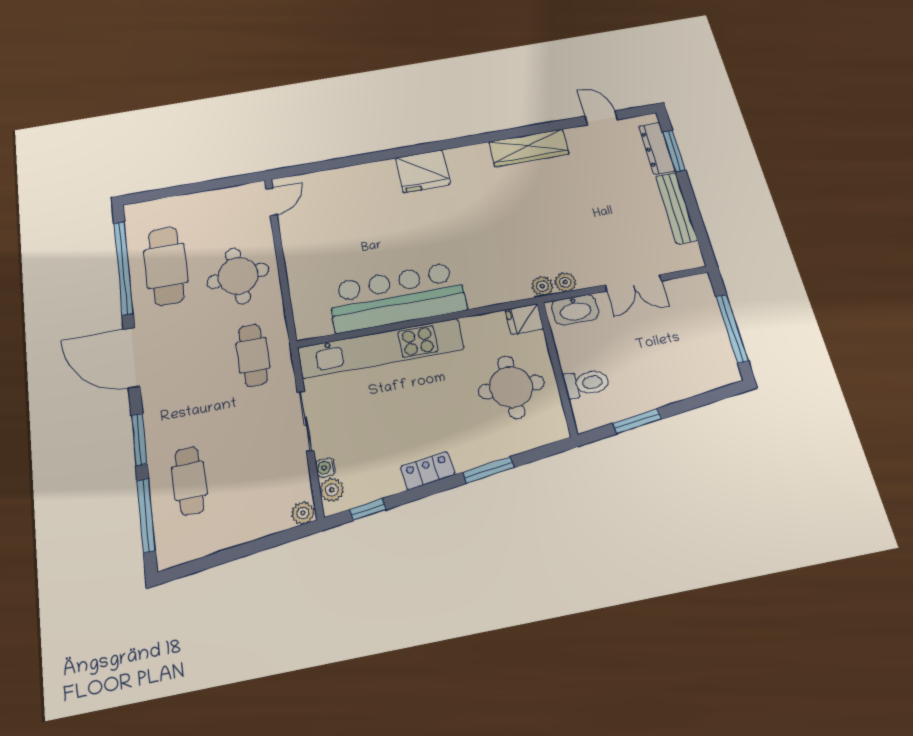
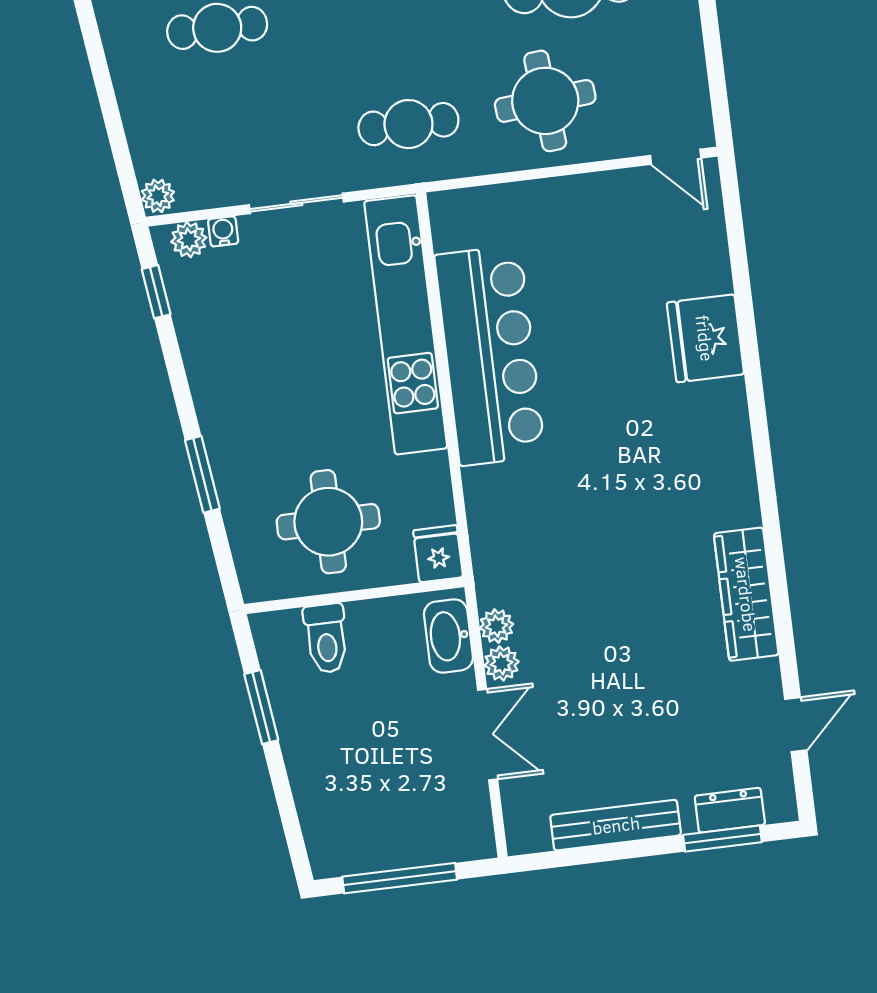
dresser: (657, 148) -> (730, 810), width x0.70
fridge: (423, 171) -> (705, 338), moved
double door: (633, 283) -> (488, 735), swing flipped
plant: (542, 286) -> (502, 663), moved
locker: (428, 471) -> (208, 384), removed

